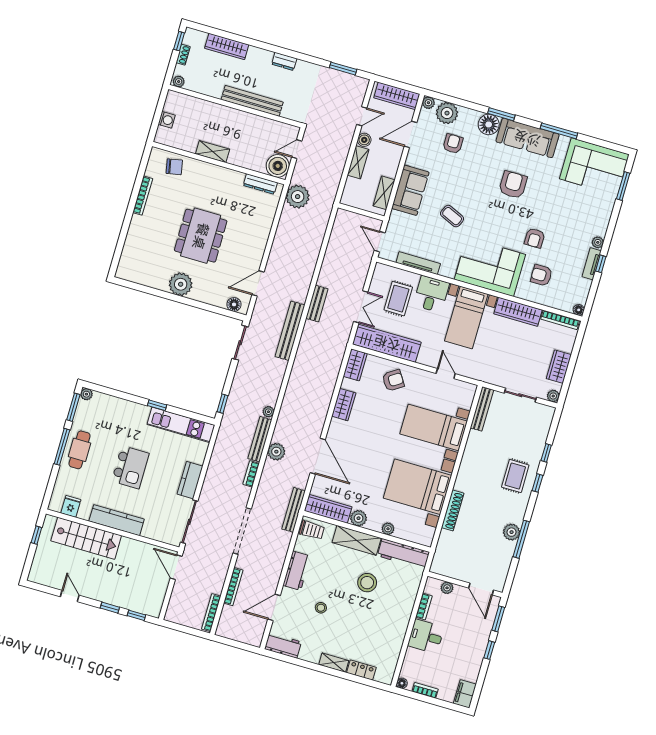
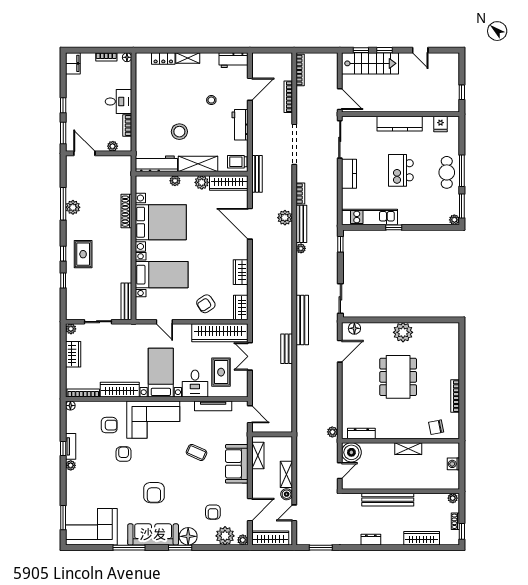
plant: (298, 197) -> (332, 432), width x0.53, depth x0.53
stairs: (86, 538) -> (370, 63), moved, turned 180

